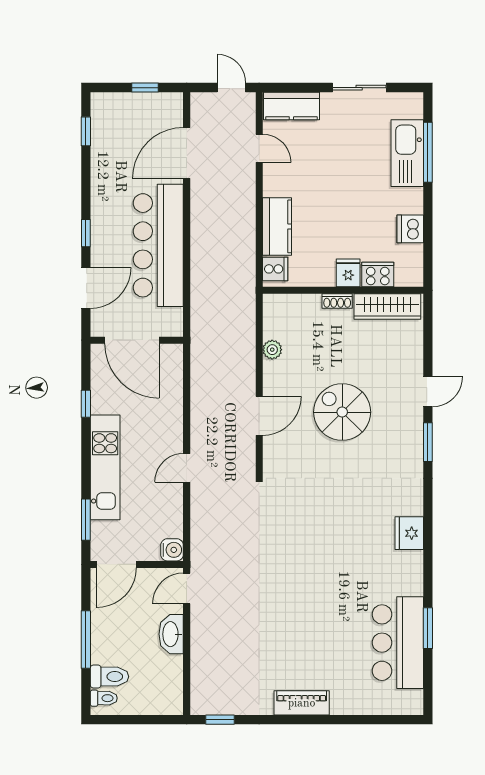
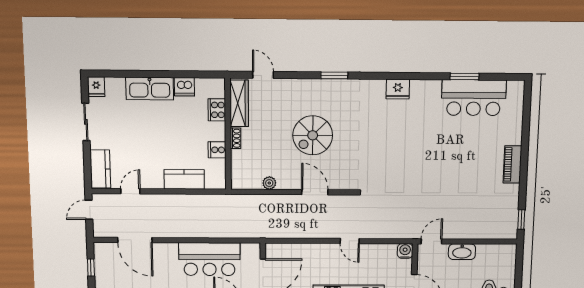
window: (428, 152) -> (130, 74), removed
kitchen sink: (407, 153) -> (150, 89), moved
bar counter: (158, 245) -> (209, 259), width x0.73
cooker: (275, 269) -> (217, 150), moved, turned -90
fridge: (348, 273) -> (96, 87), moved, turned -90
door: (428, 392) -> (263, 75), moved
door: (187, 588) -> (431, 241), swing flipped

